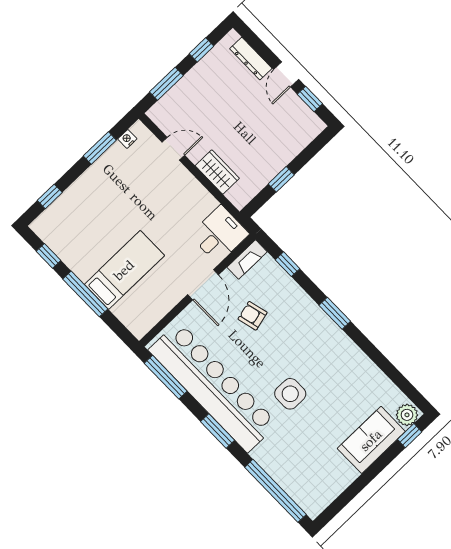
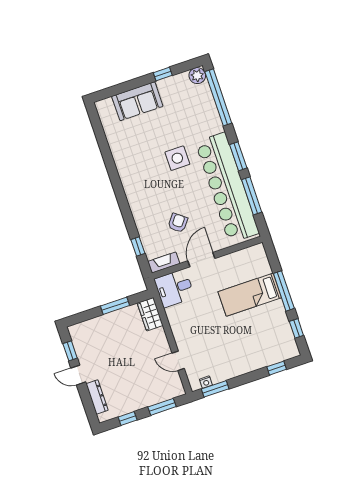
door: (286, 74) -> (78, 375), swing flipped
window: (100, 148) -> (215, 389), moved
wardrobe: (217, 172) -> (150, 314), moved
window: (281, 179) -> (115, 306), width x1.50
window: (335, 313) -> (122, 198), removed
armchair: (253, 316) -> (178, 223), turned -129
window: (166, 377) -> (252, 196), moved
plant: (407, 415) -> (197, 76), moved
window: (410, 436) -> (163, 74), moved

